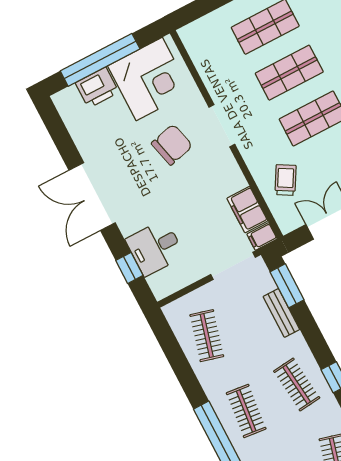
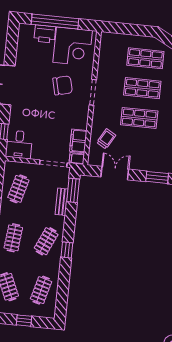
desk: (155, 248) -> (19, 144), moved, turned -90
clothes rail: (297, 385) -> (46, 241), turned 30

